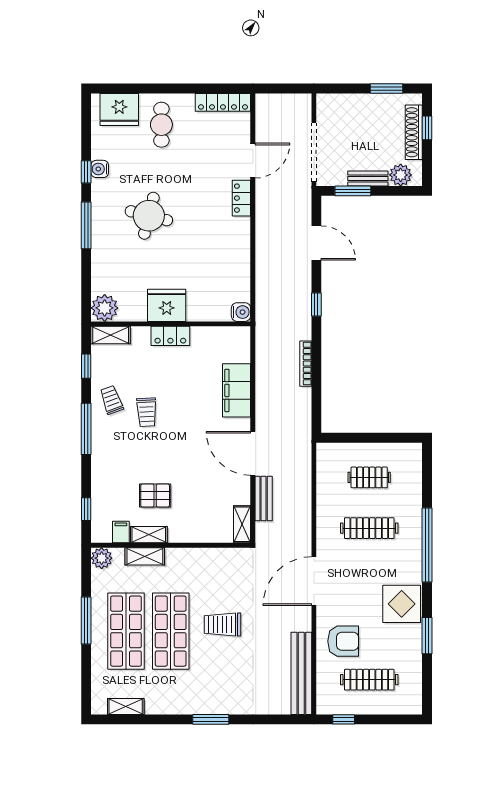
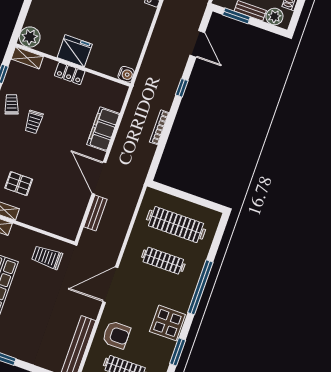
clothes rail: (369, 477) -> (176, 225), width x1.86, depth x1.31
shelving: (242, 524) -> (74, 226), removed
trolley: (223, 624) -> (47, 257), moved

